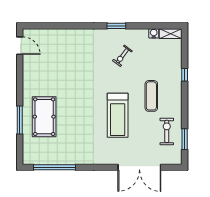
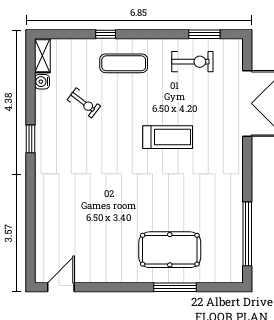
exercise bike: (122, 56) -> (84, 103), moved
exercise mat: (151, 96) -> (124, 63), moved
treadmill: (118, 115) -> (168, 137), width x0.73, depth x0.73
exercise bike: (167, 131) -> (192, 62), turned 180

